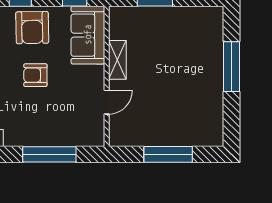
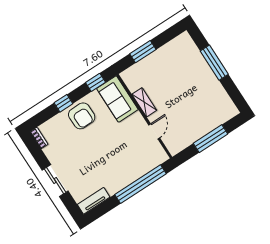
armchair: (35, 75) -> (102, 143), removed
window: (49, 154) -> (140, 184), width x1.46

